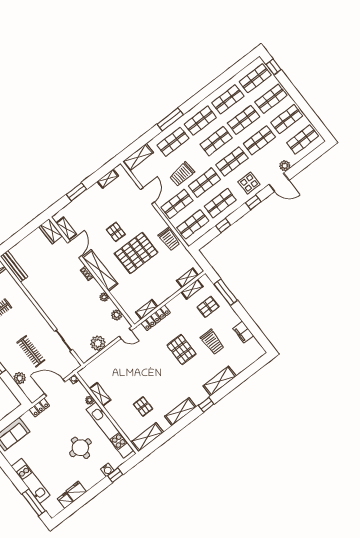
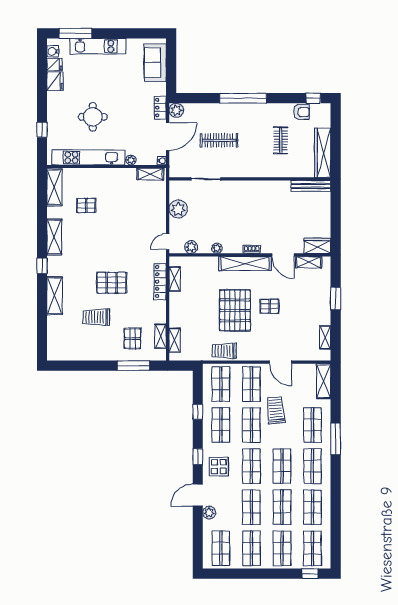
filing cabinet: (243, 332) -> (83, 353), removed
plant: (20, 378) -> (176, 110), moved
shelving: (100, 394) -> (150, 174), moved
water cooler: (107, 470) -> (53, 51), moved

